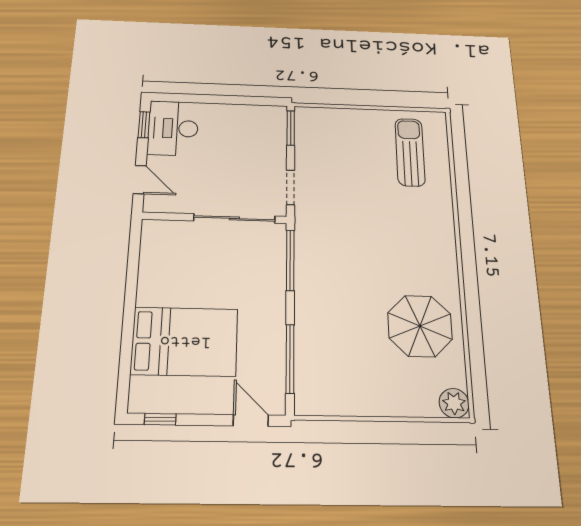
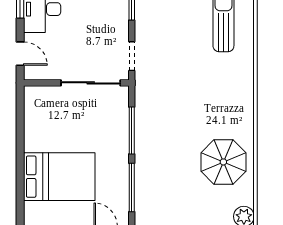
window: (290, 260) -> (132, 131), moved

